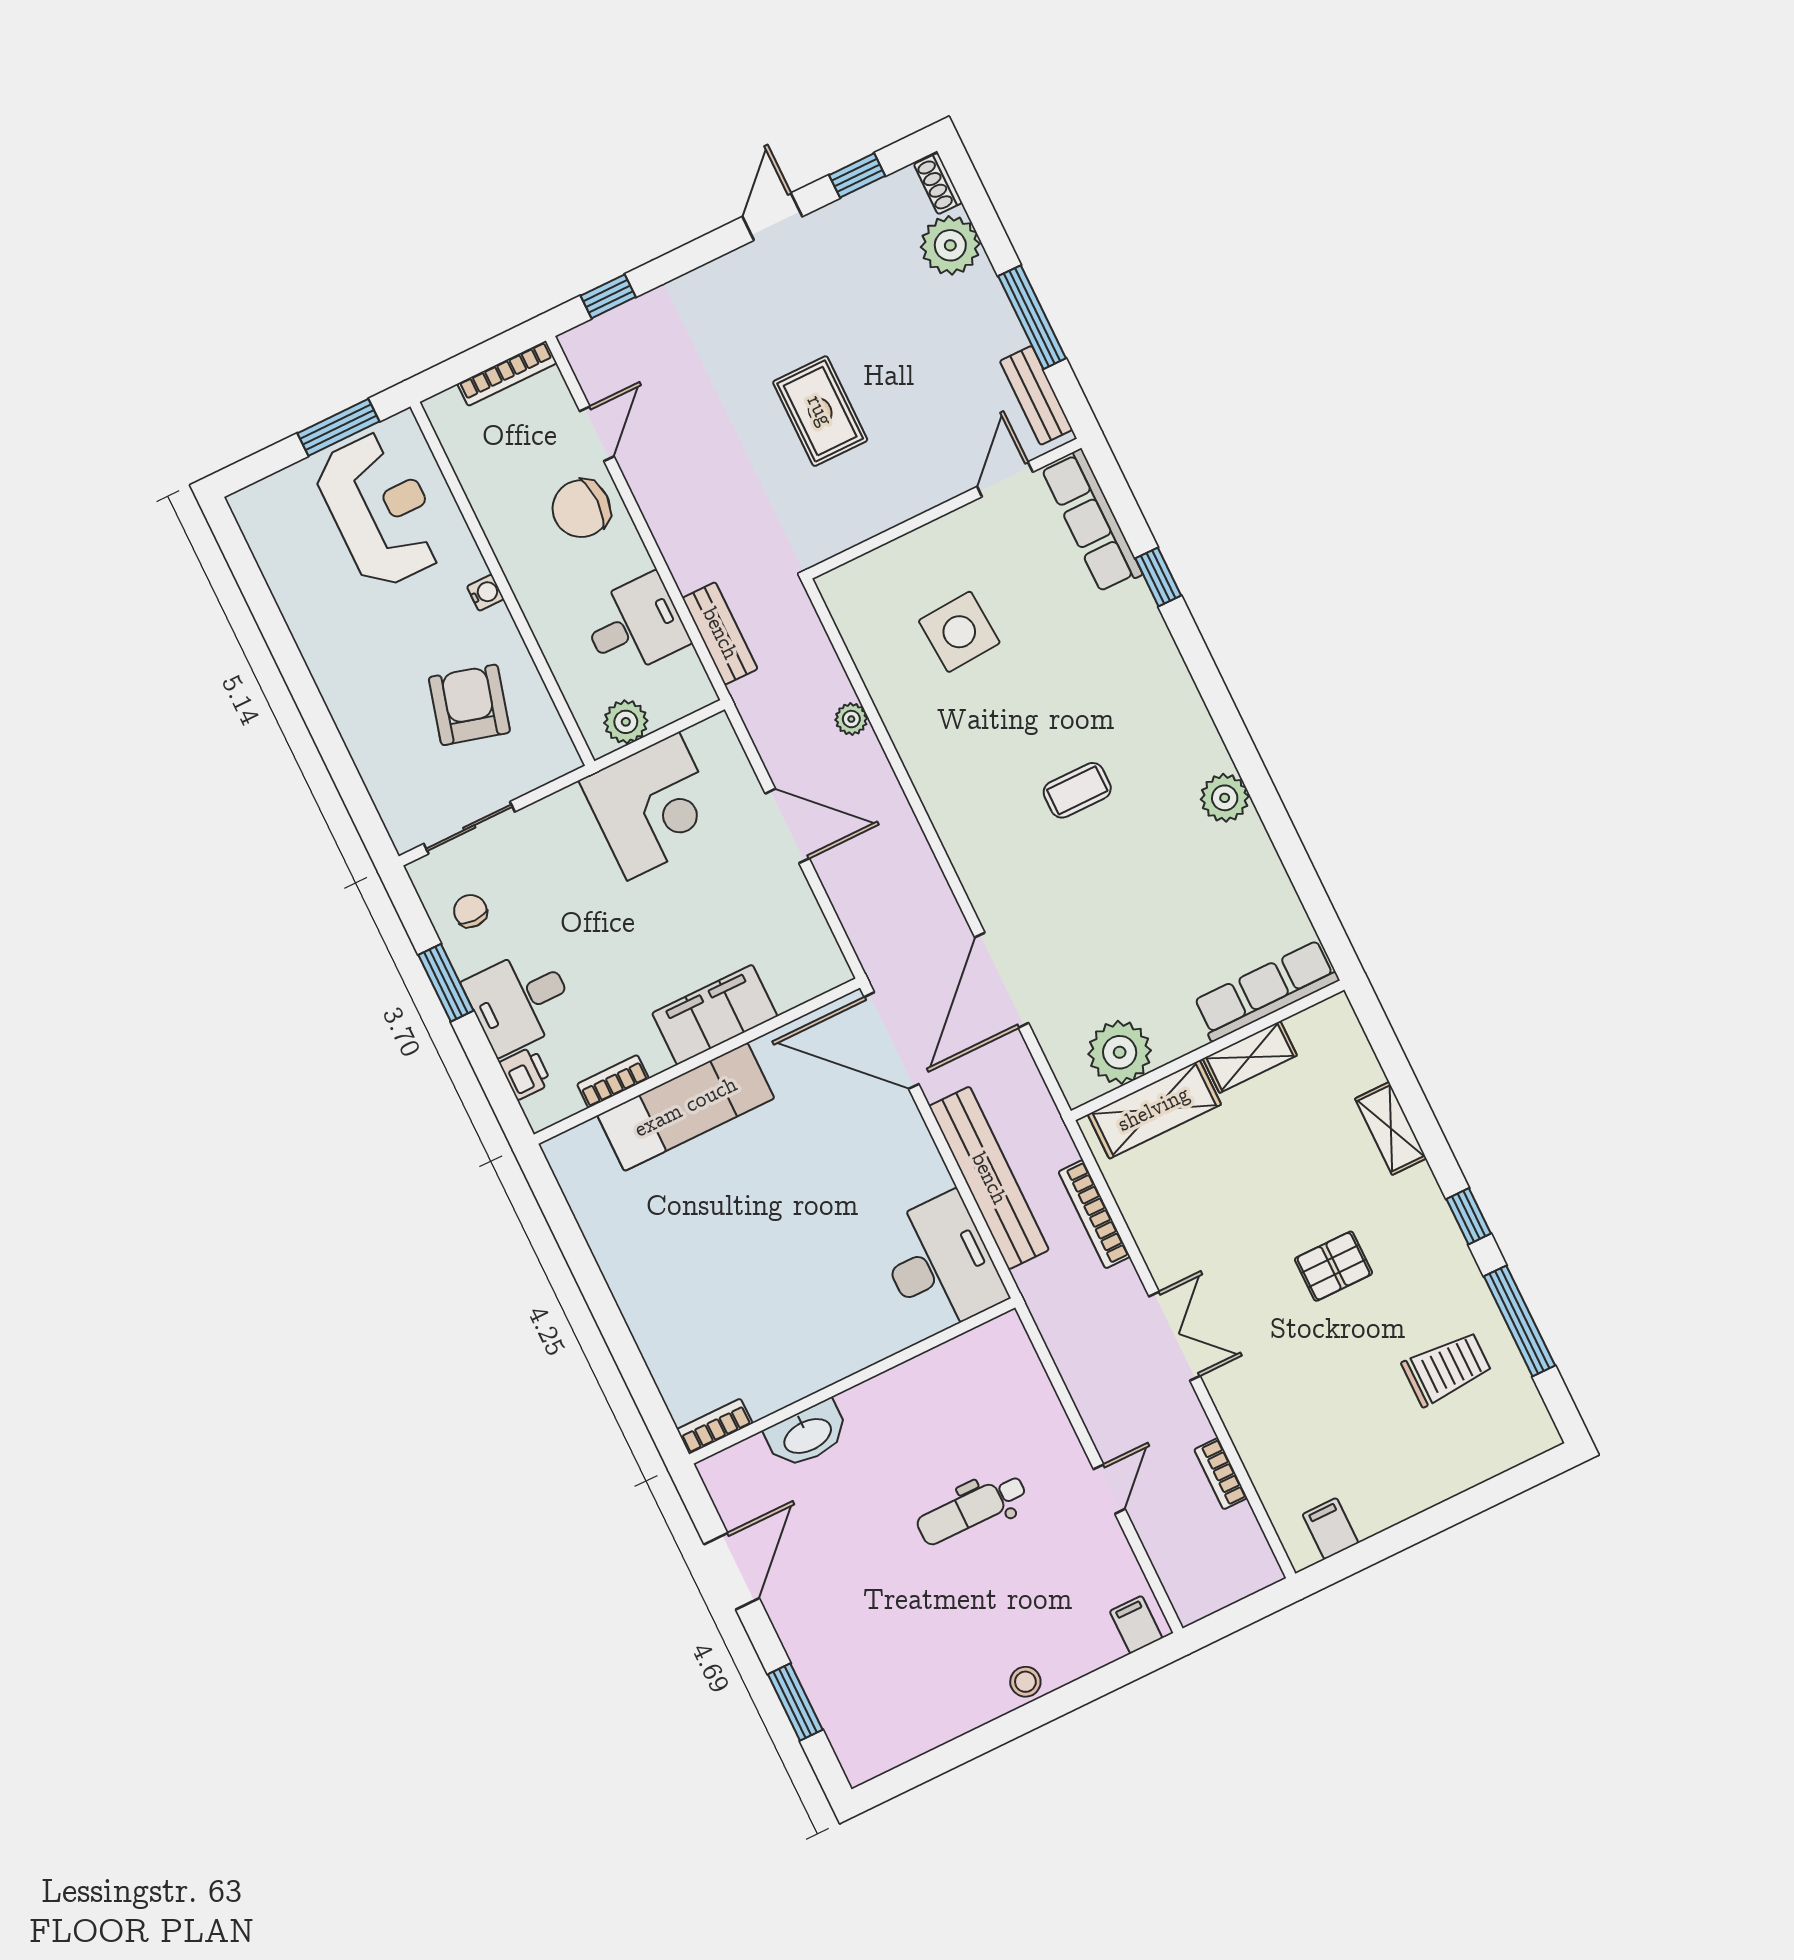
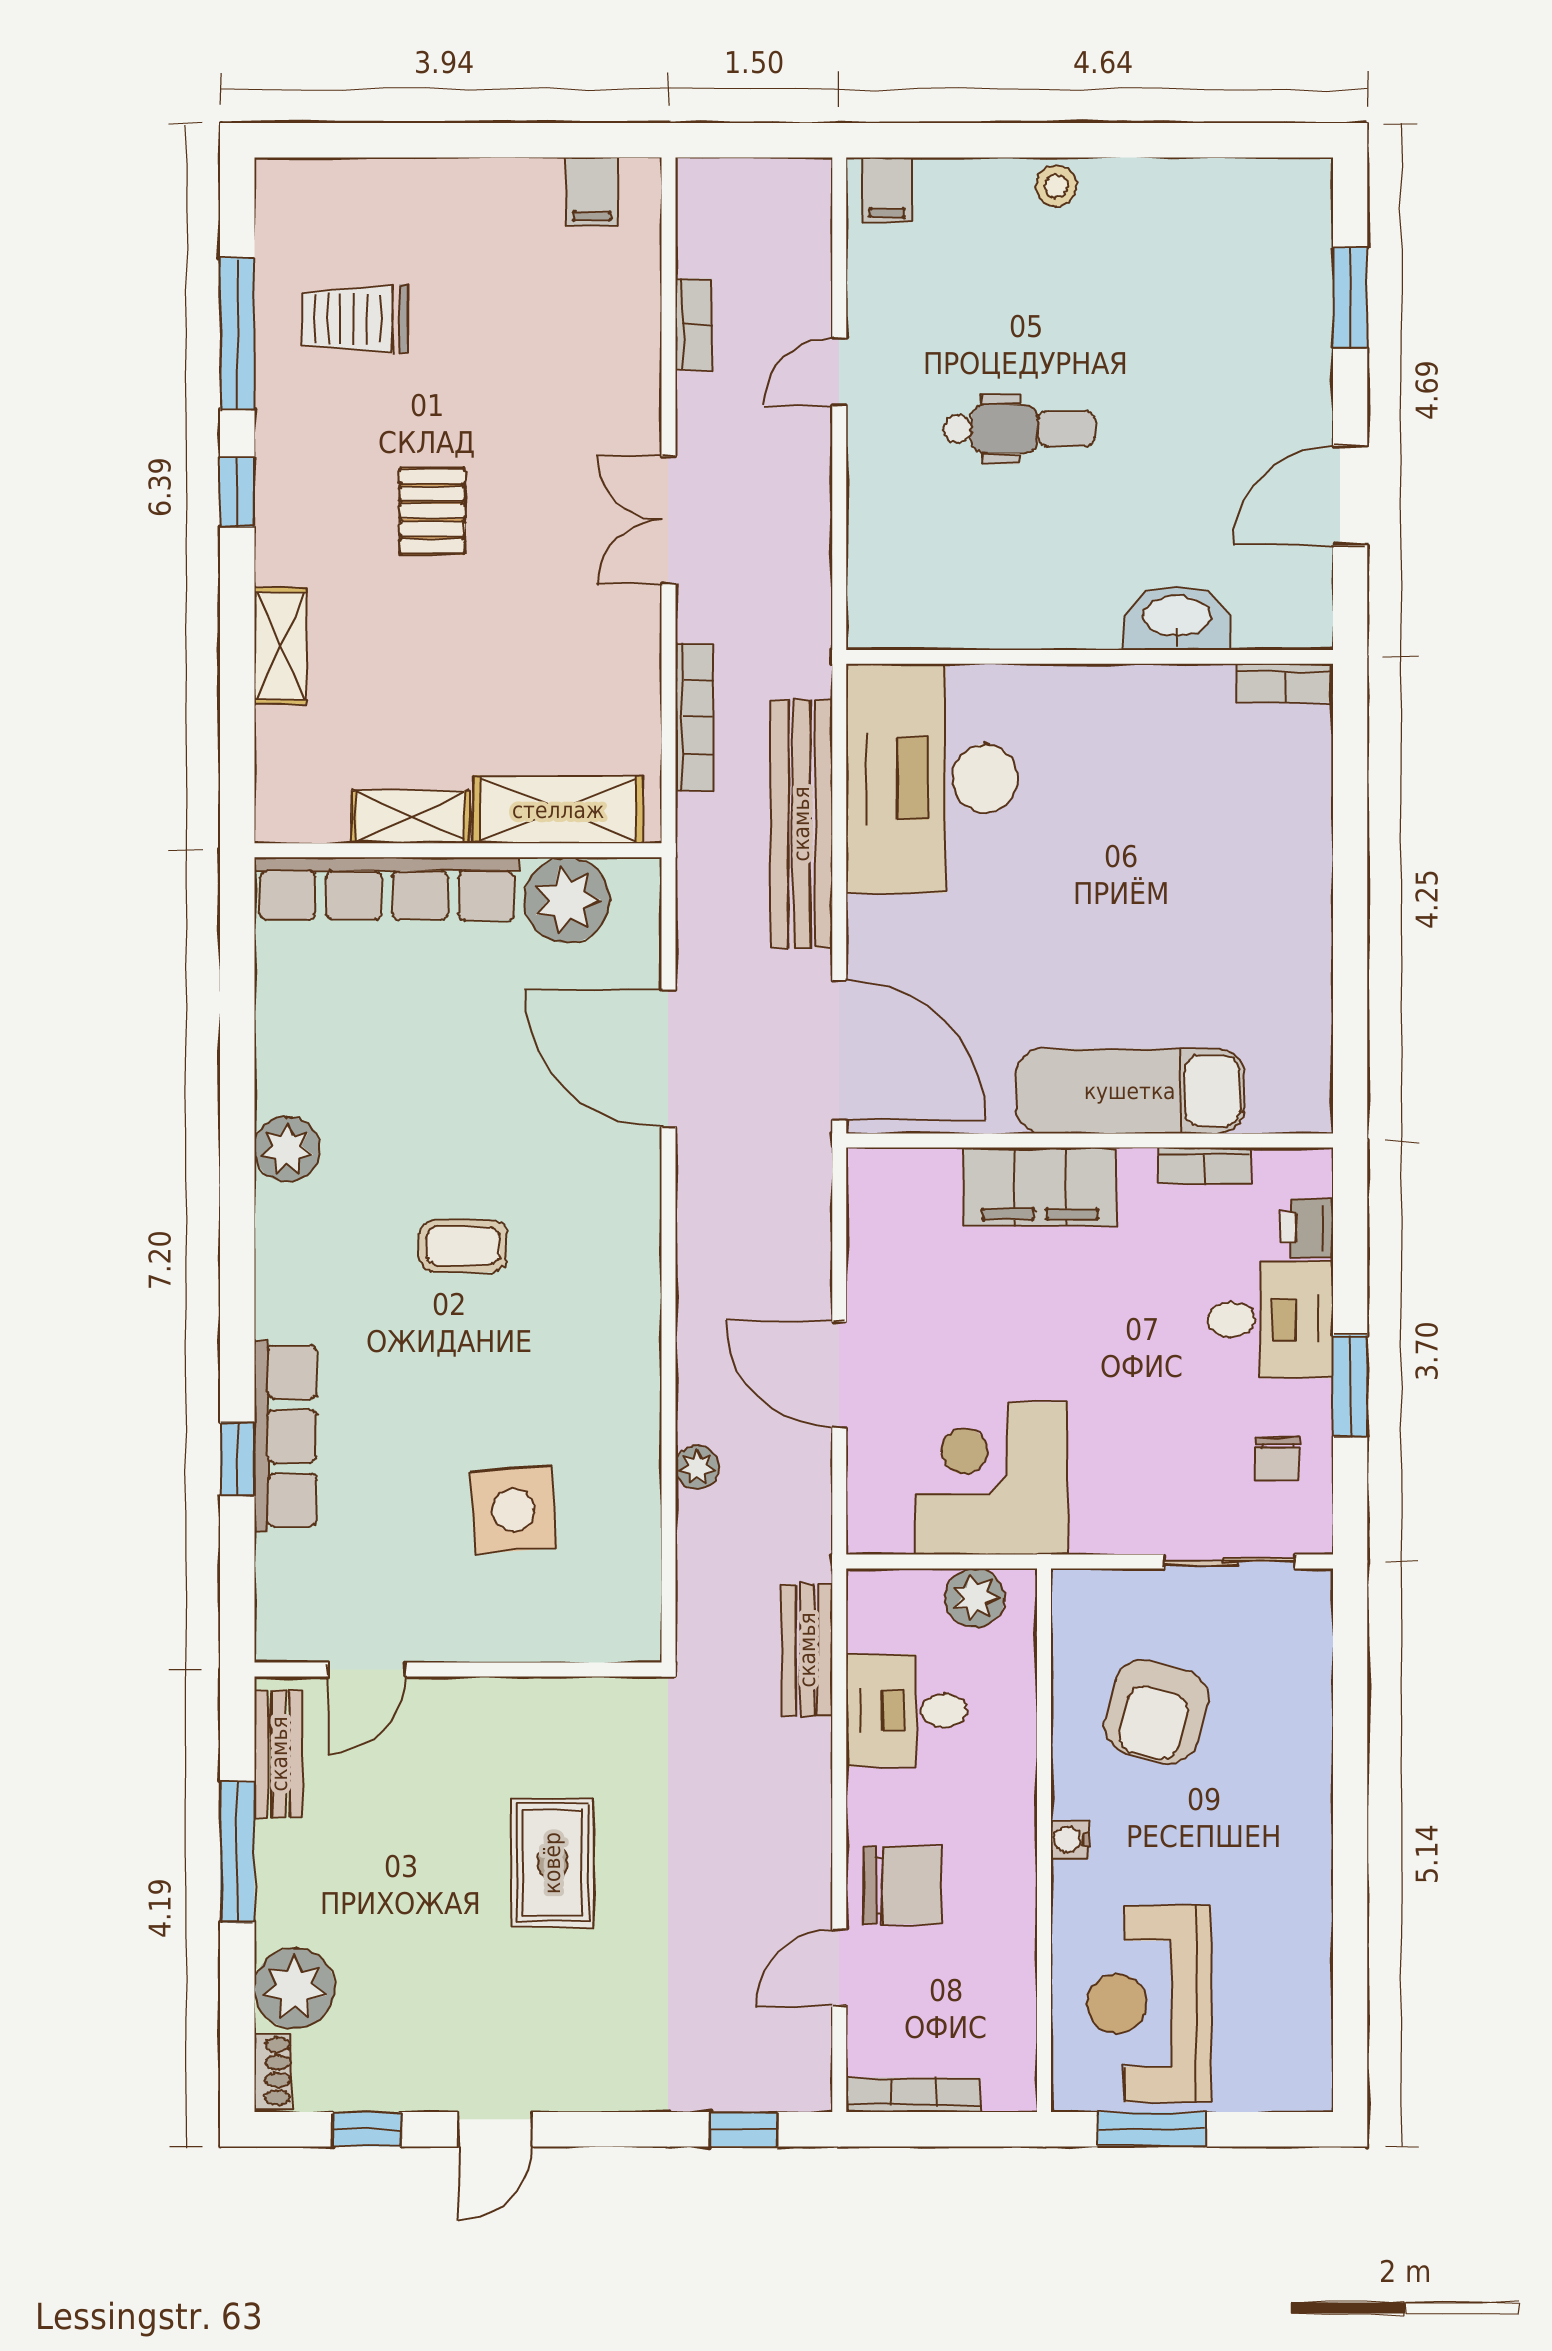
row of seats: (1092, 521) -> (285, 1436), moved
door: (1002, 980) -> (668, 1058), swing flipped
row of seats: (1266, 991) -> (387, 889), width x1.36
desk: (940, 1264) -> (932, 778), width x1.36, depth x1.30
pallet: (1334, 1266) -> (432, 511), turned 90

